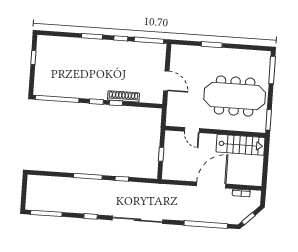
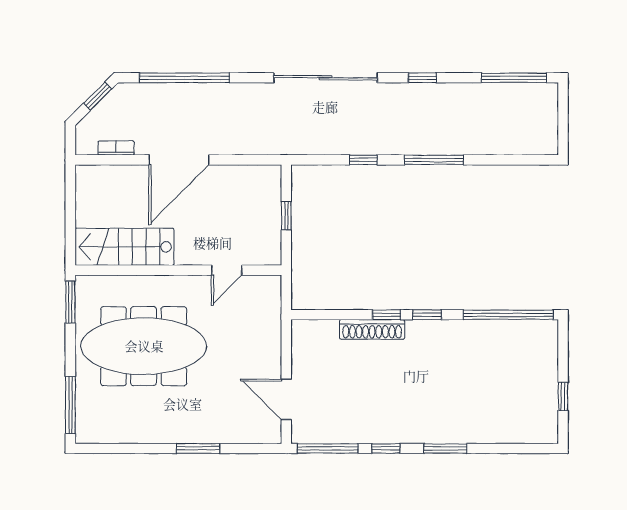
door: (166, 81) -> (286, 400), moved
door: (192, 130) -> (227, 270), swing flipped

